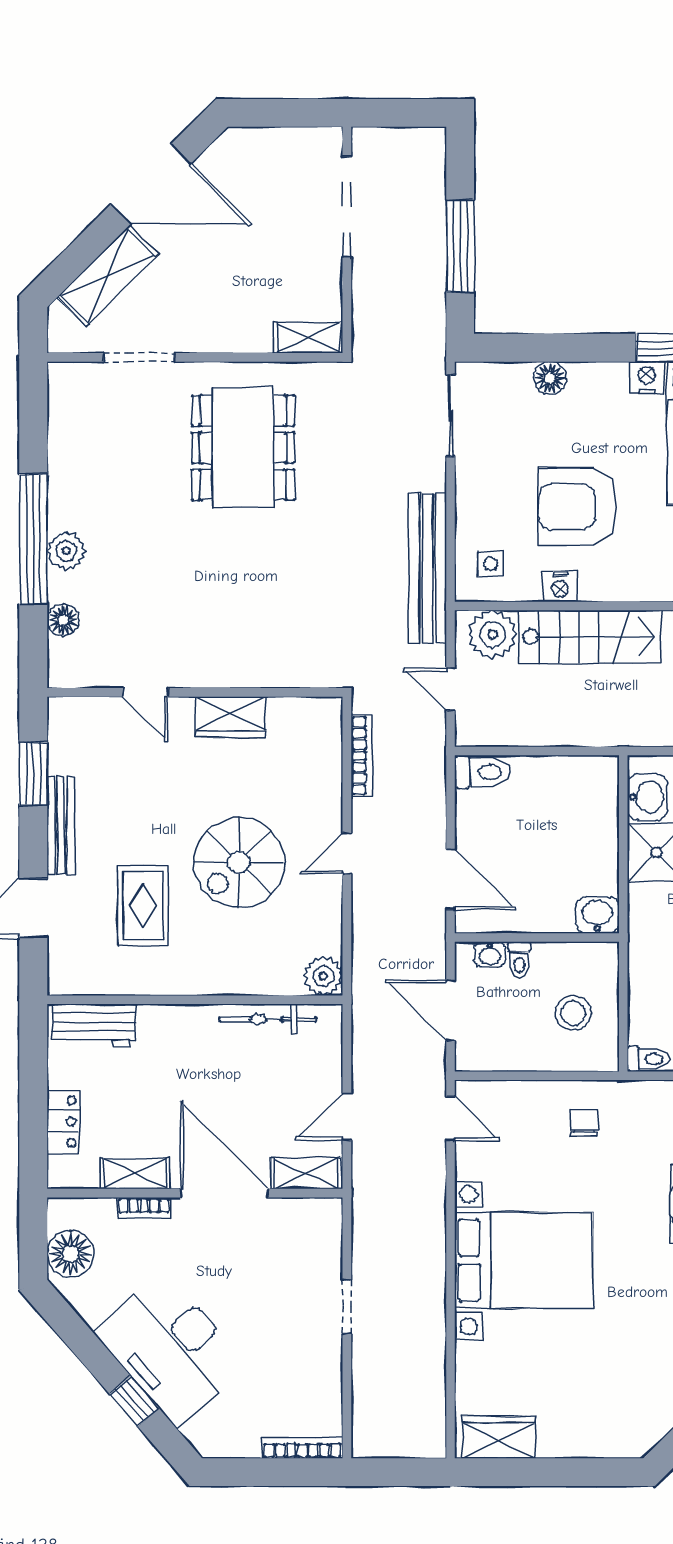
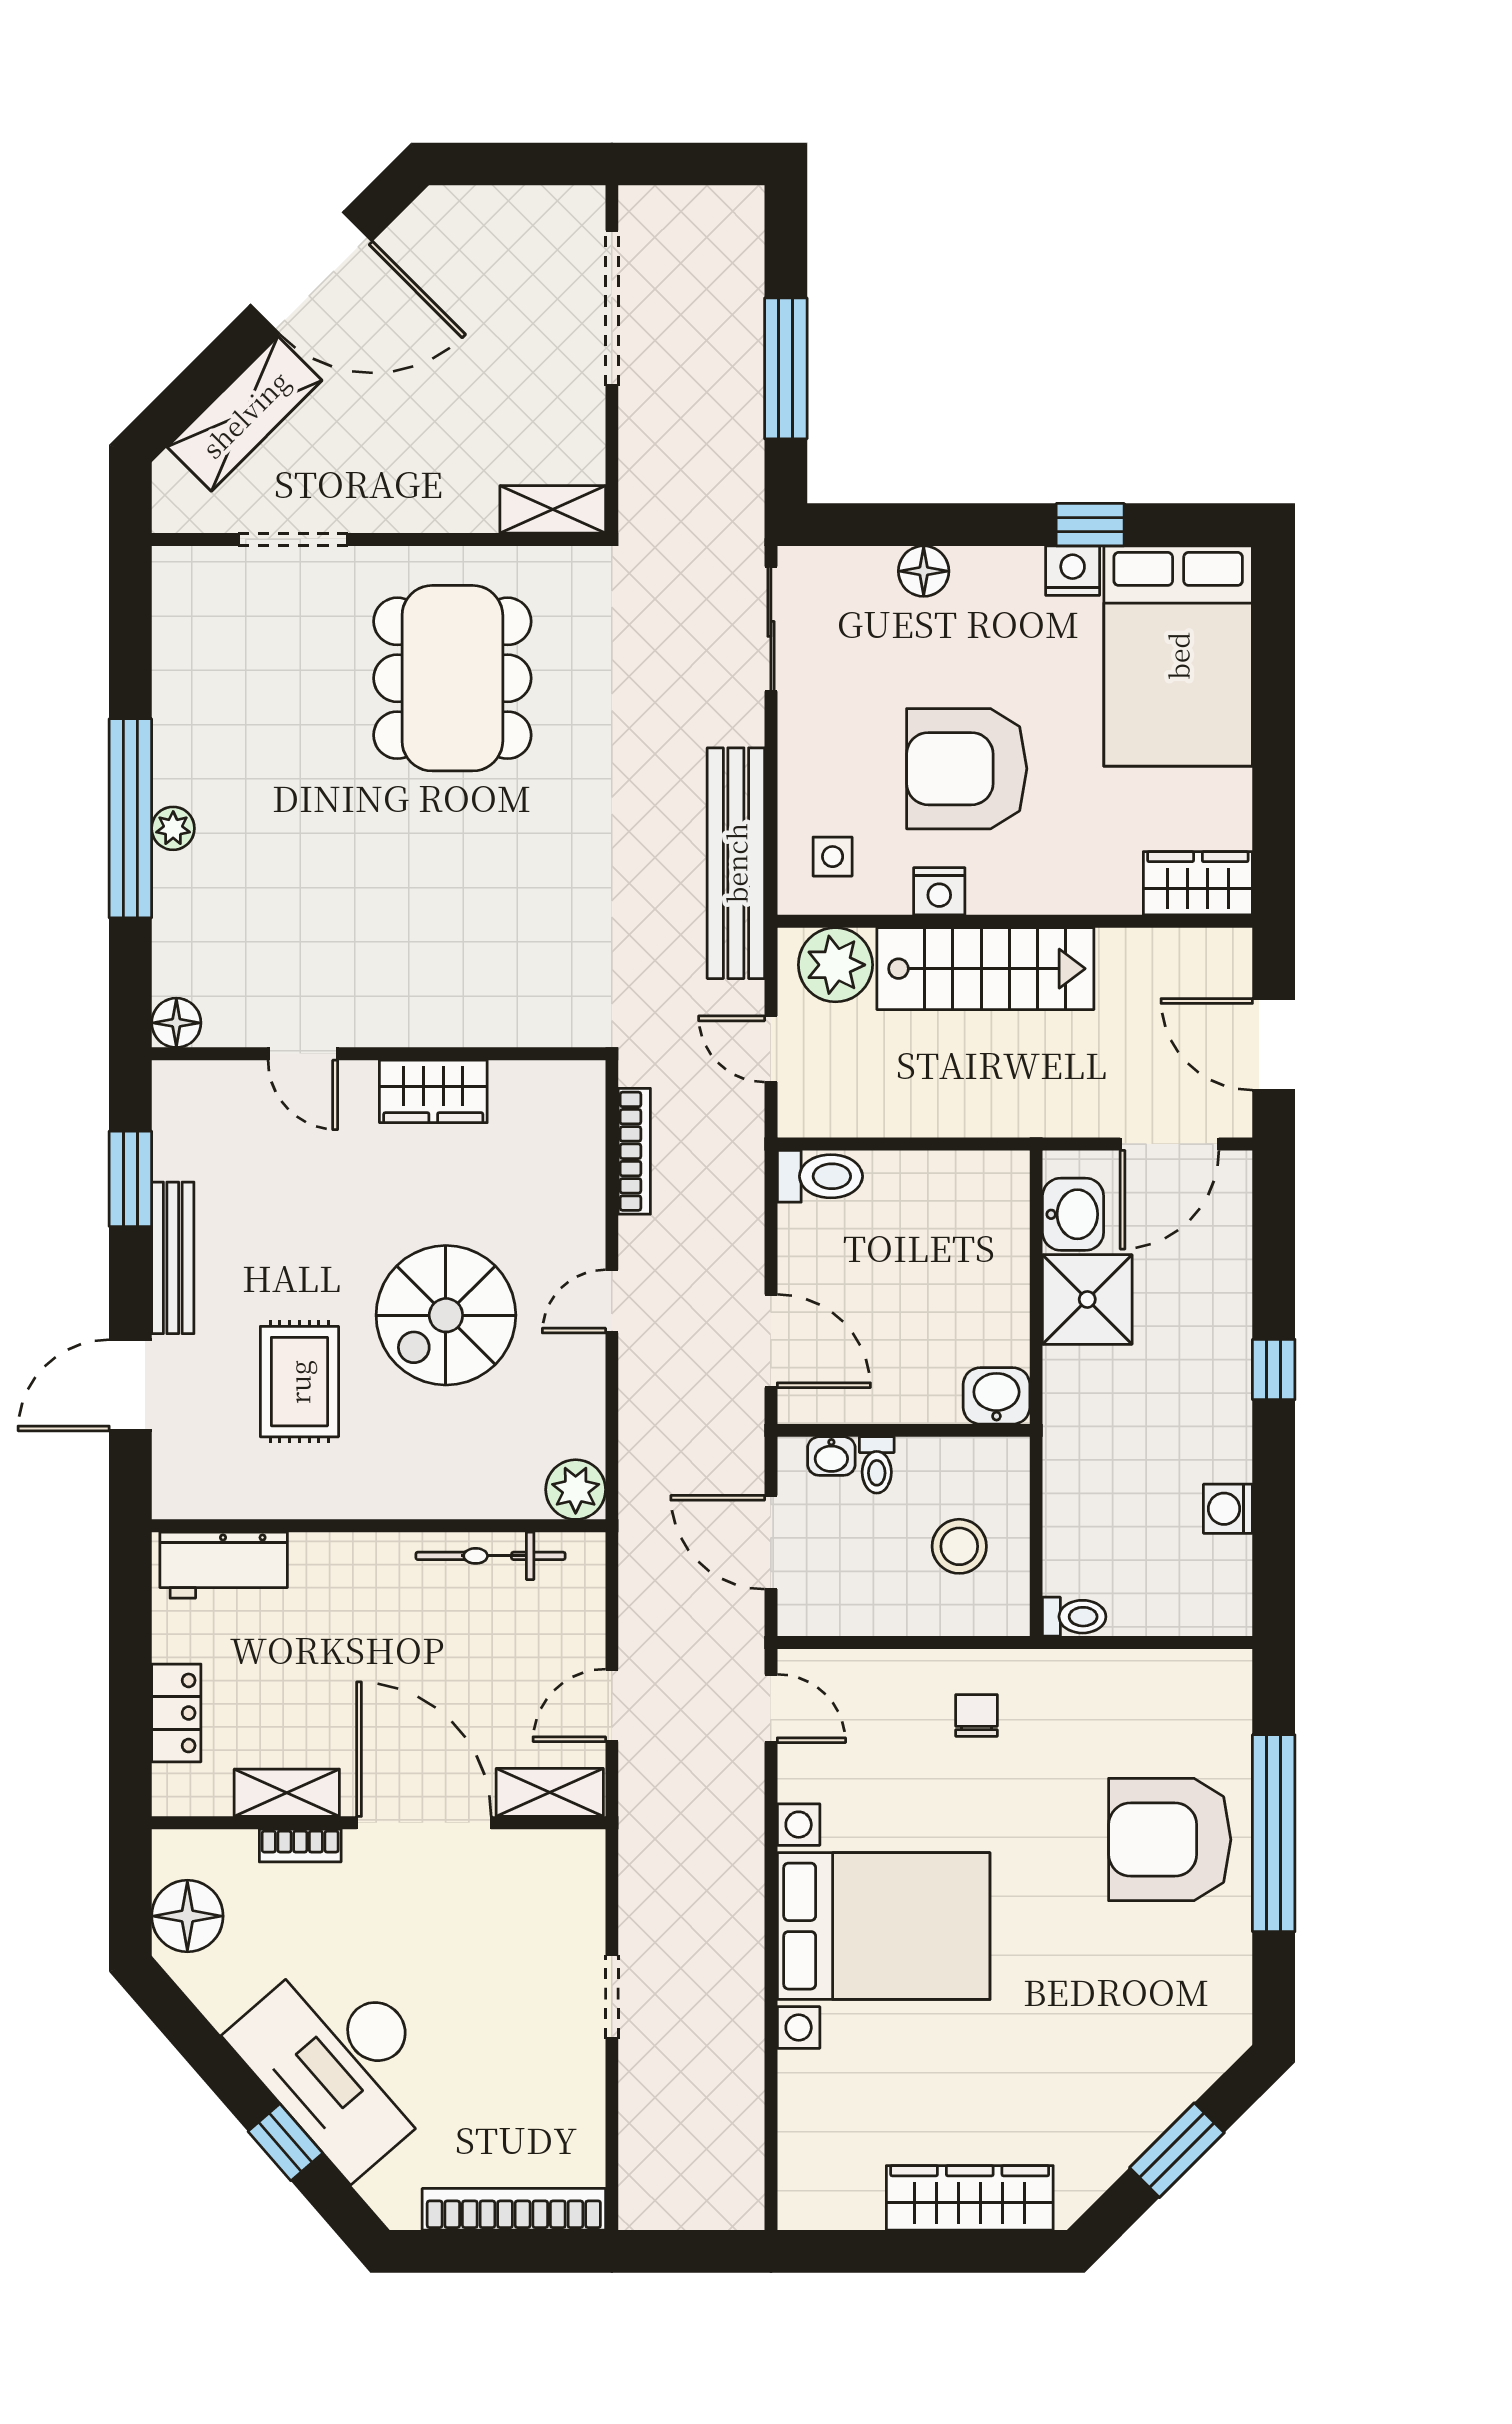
plant: (66, 551) -> (173, 828), width x0.73, depth x0.73
floor lamp: (63, 620) -> (176, 1023), moved
wardrobe: (498, 1437) -> (970, 2198), moved, width x1.50
bookcase: (302, 1448) -> (514, 2209), width x1.48, depth x1.31

